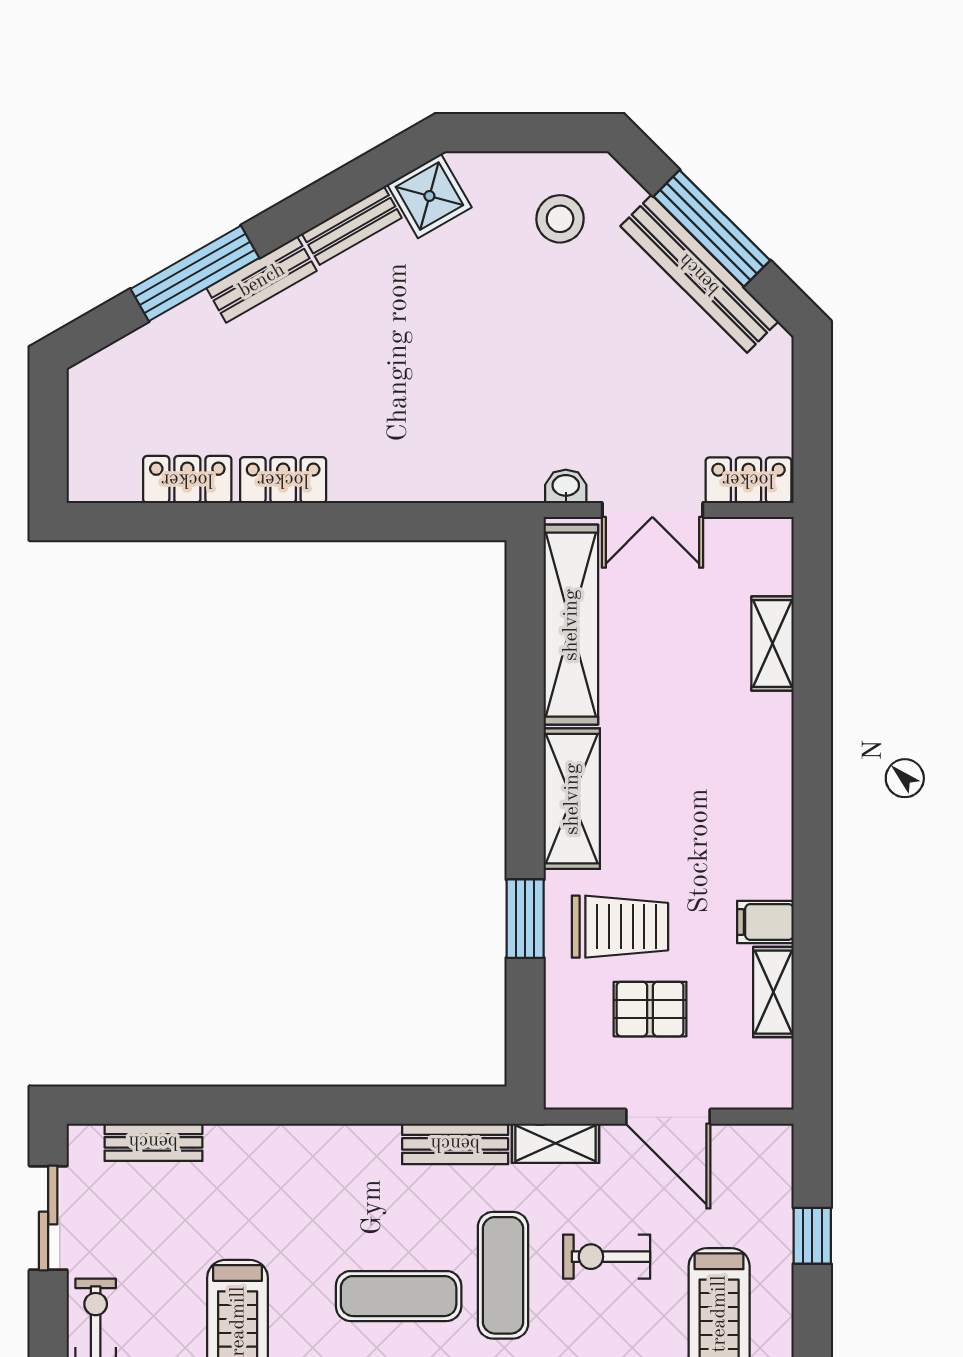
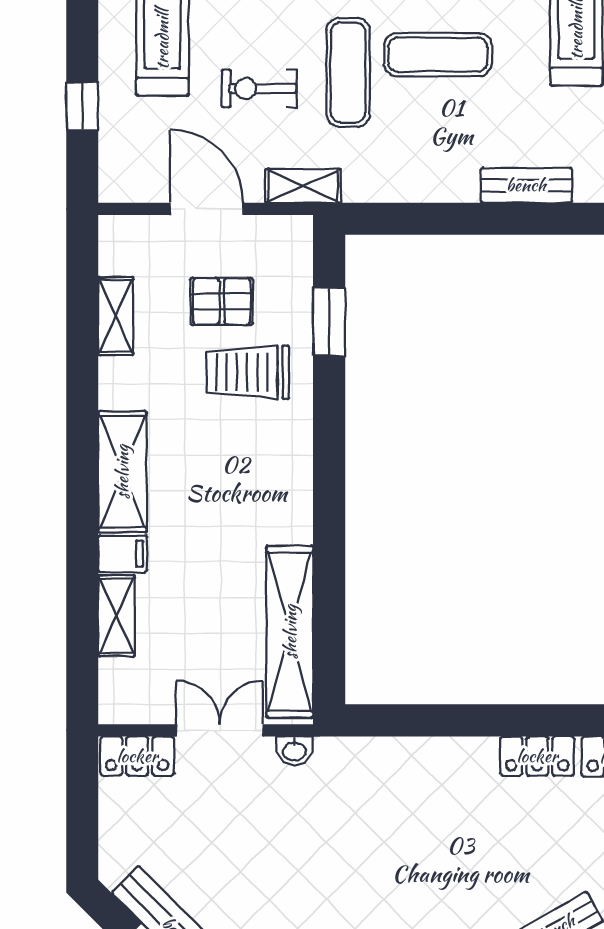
shelving: (572, 799) -> (122, 472), moved
window: (525, 919) -> (329, 322), moved
filing cabinet: (765, 922) -> (123, 554), moved
bench: (455, 1144) -> (526, 185), moved
exercise bike: (607, 1257) -> (259, 88), turned 180

